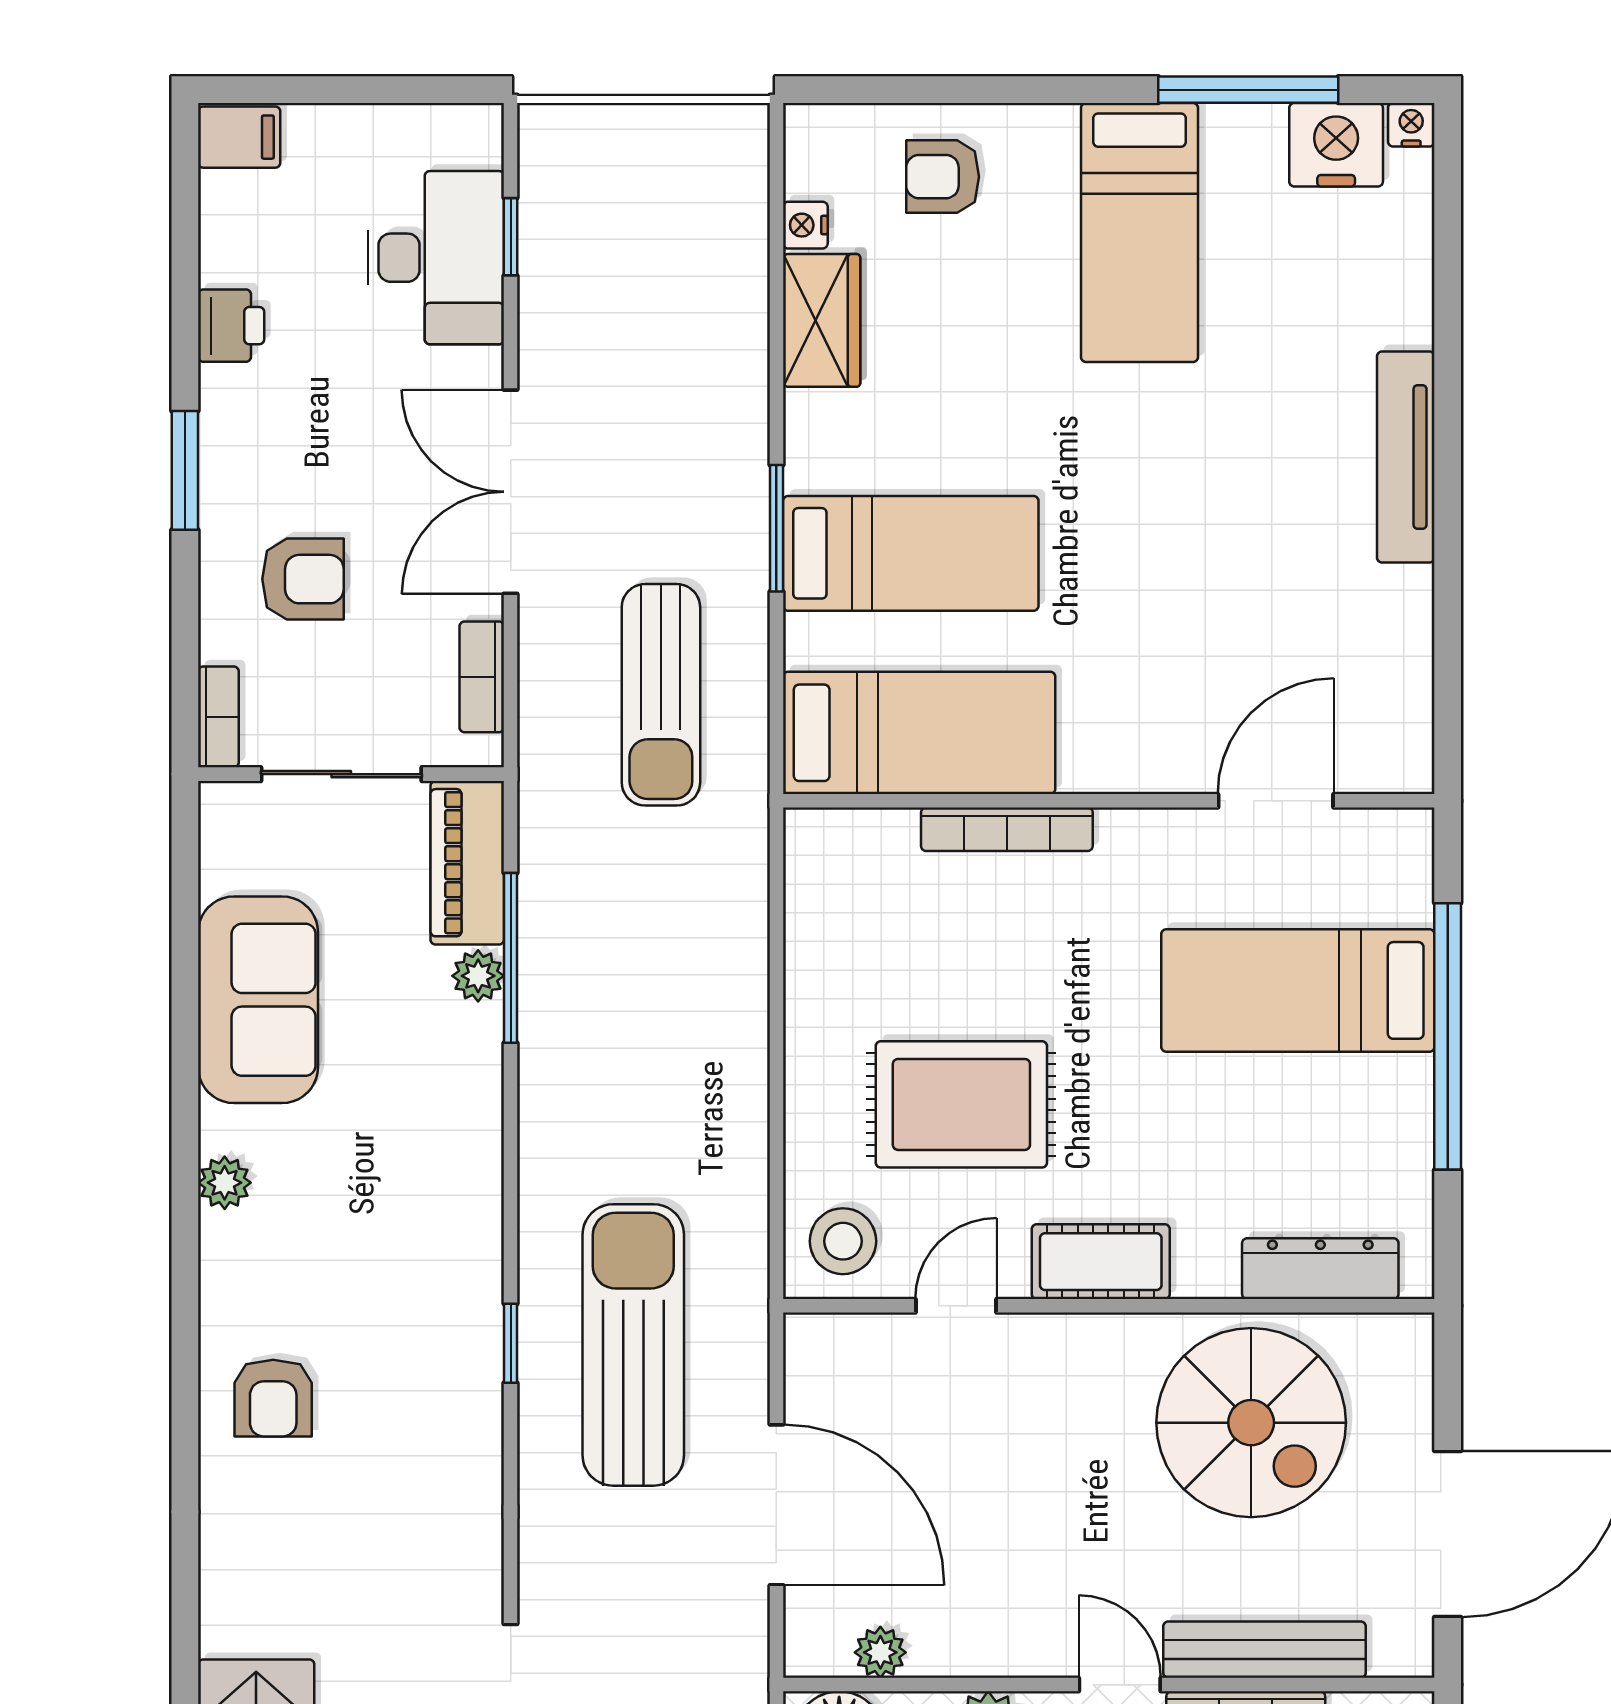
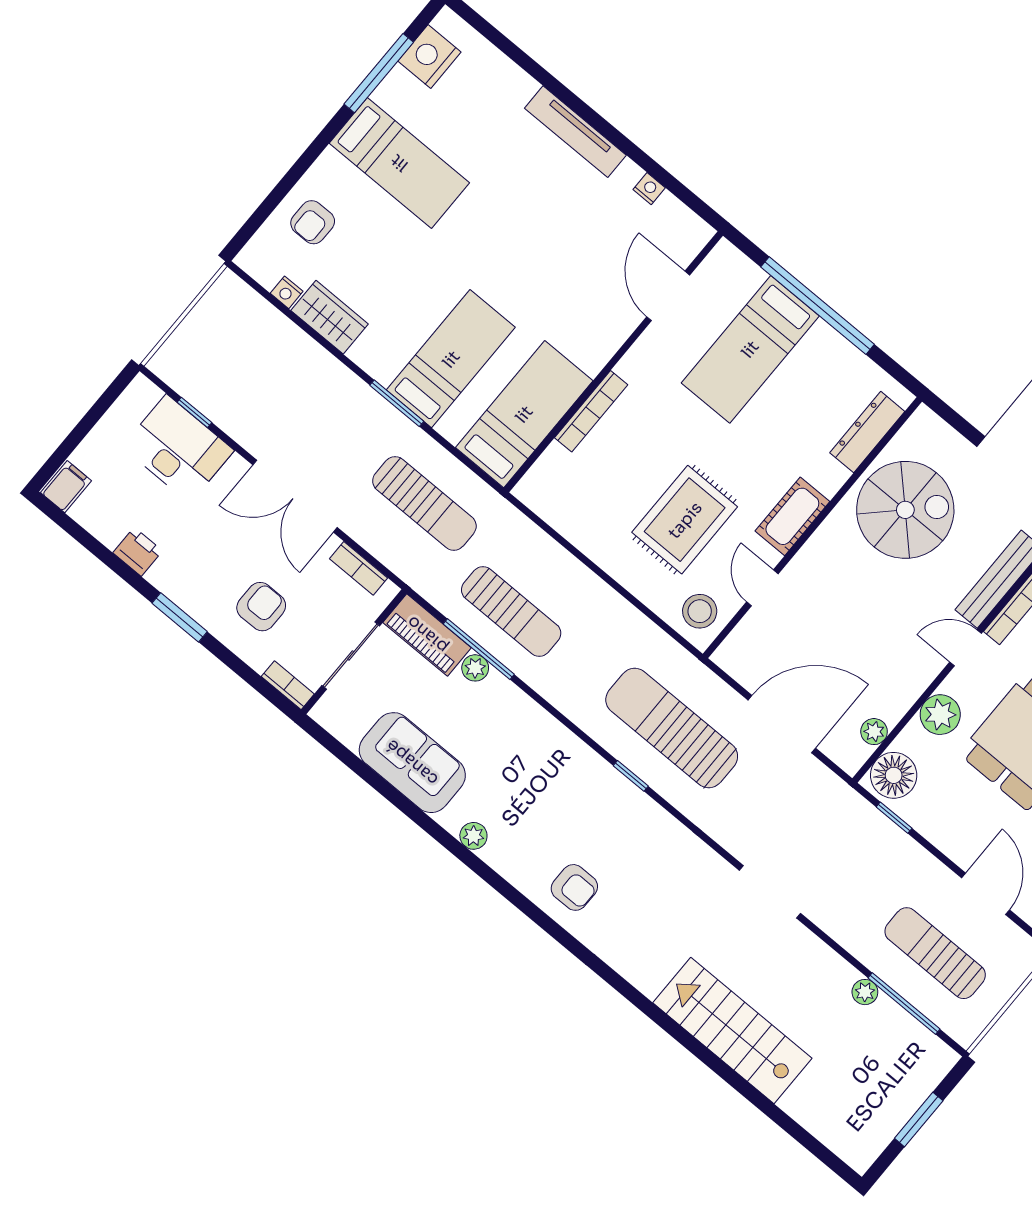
nightstand: (1411, 125) -> (649, 189), moved, turned 90
sun lounger: (607, 959) -> (511, 612), added

